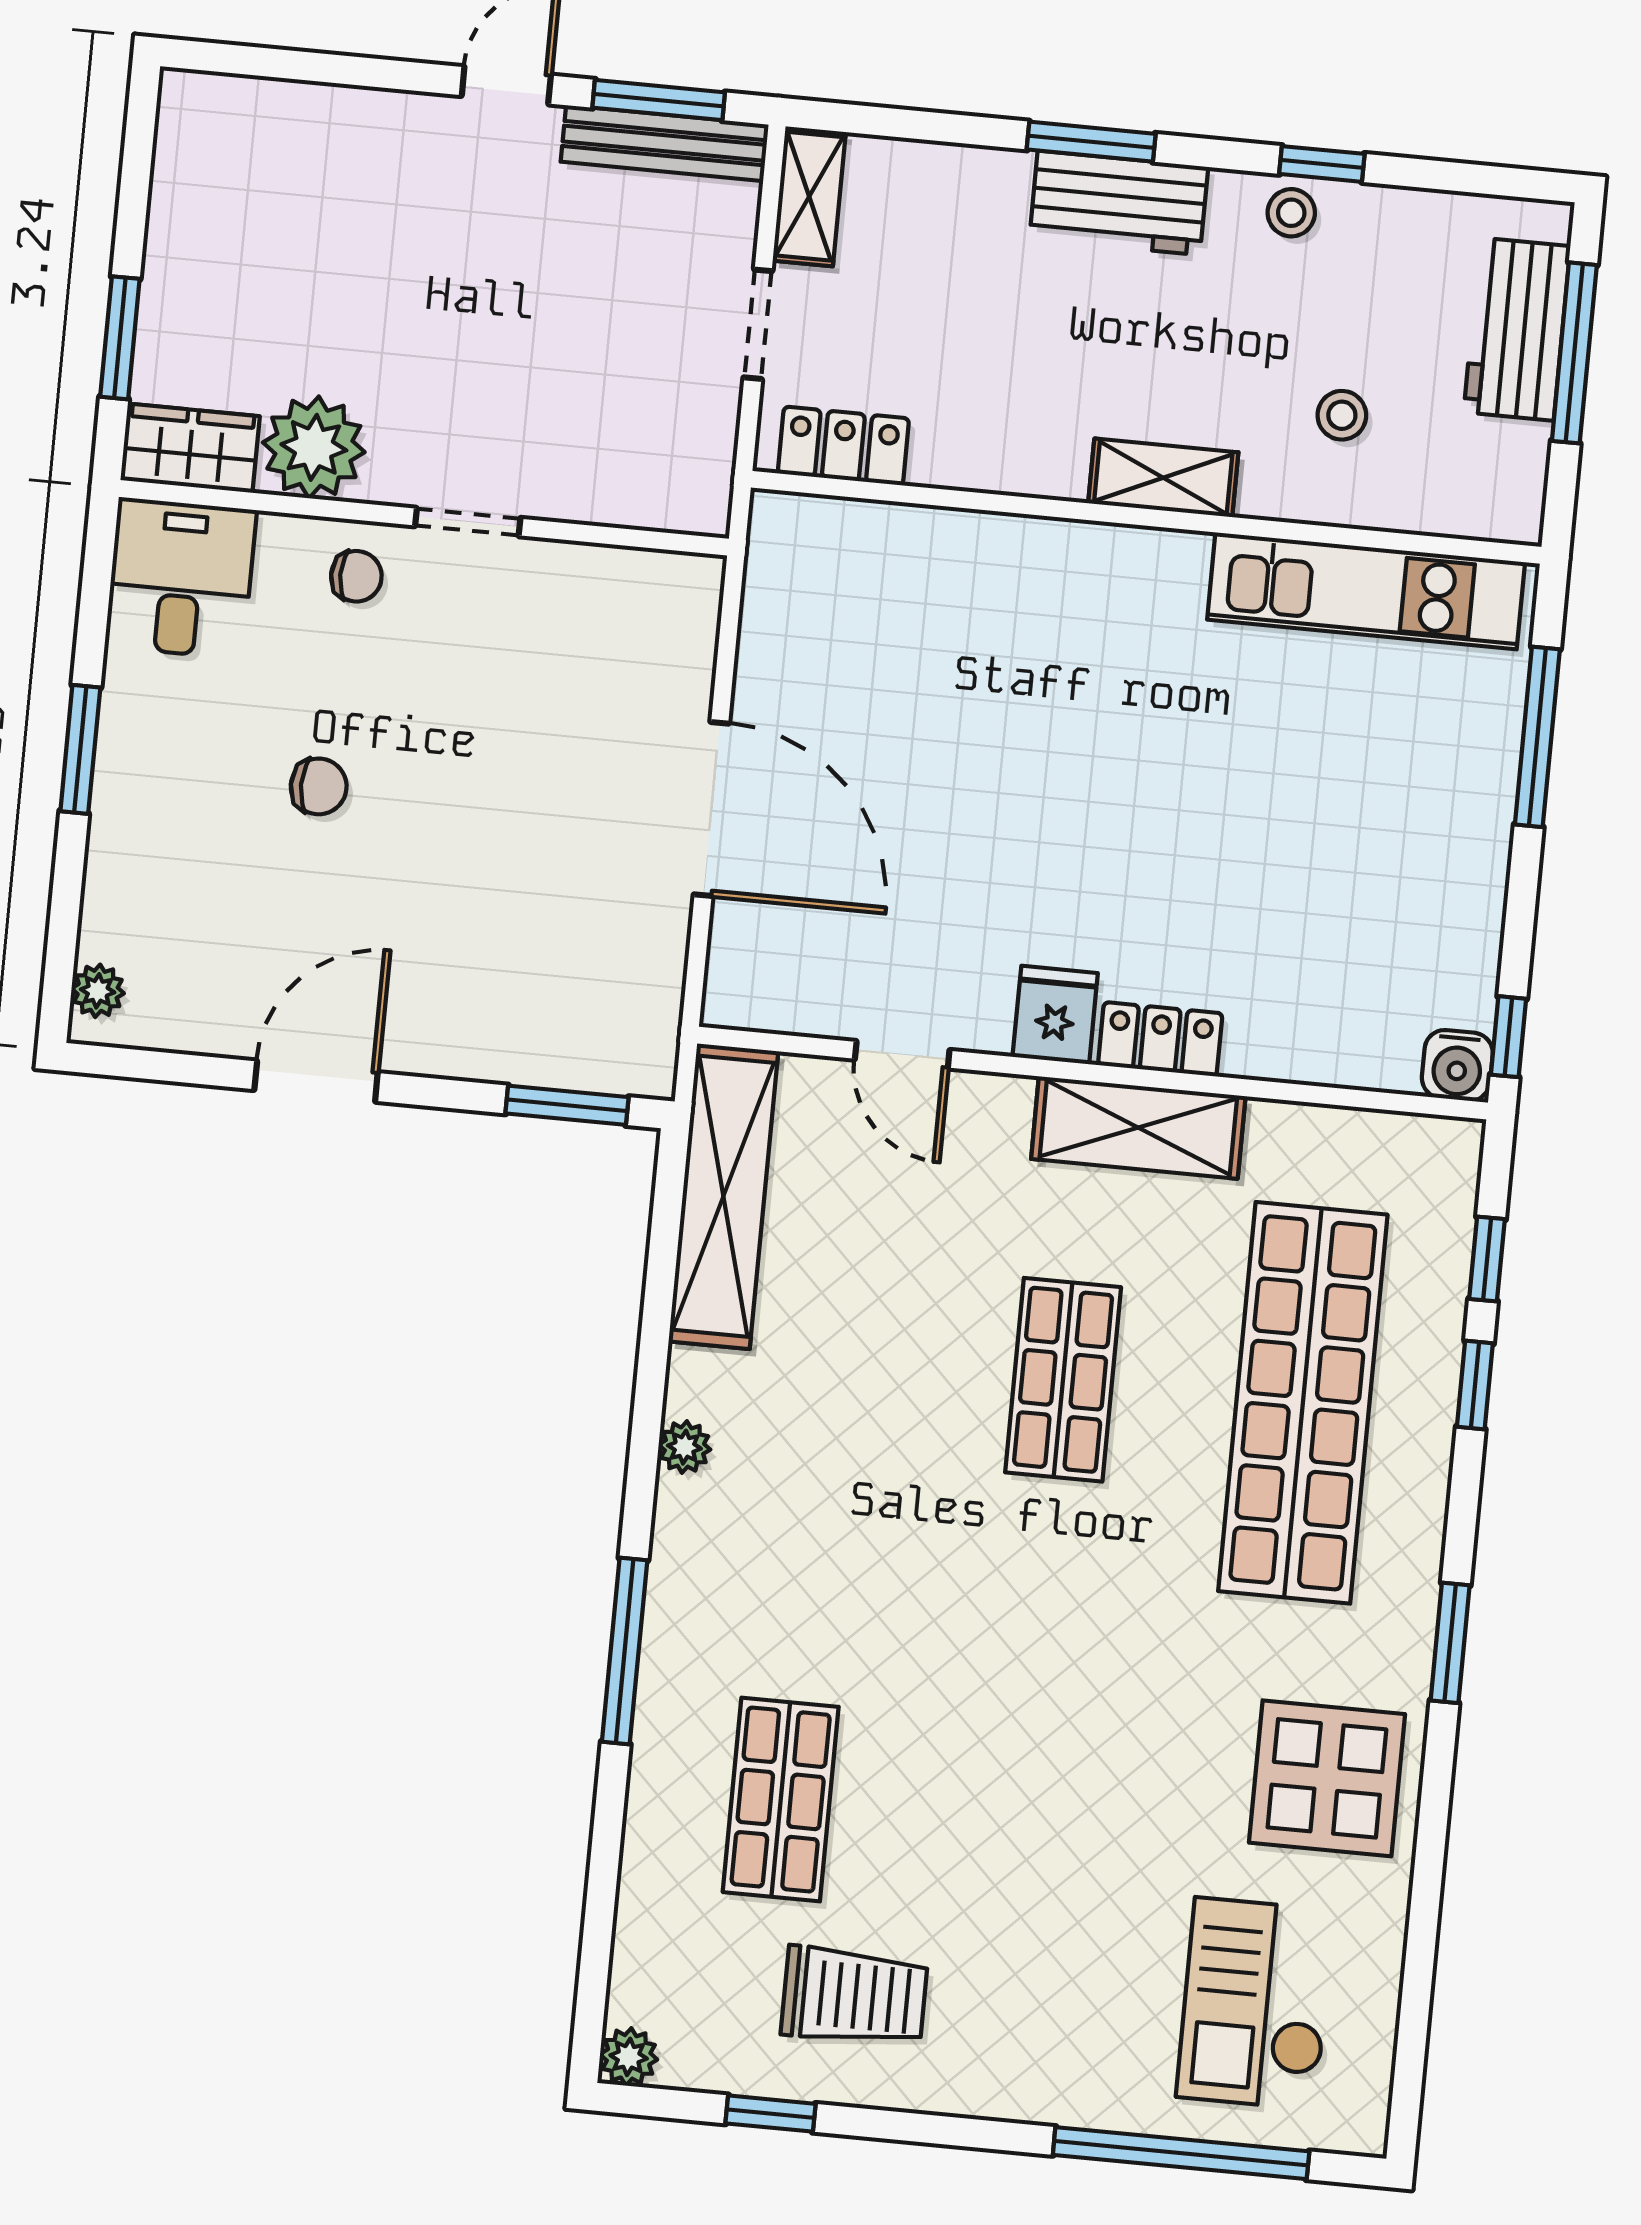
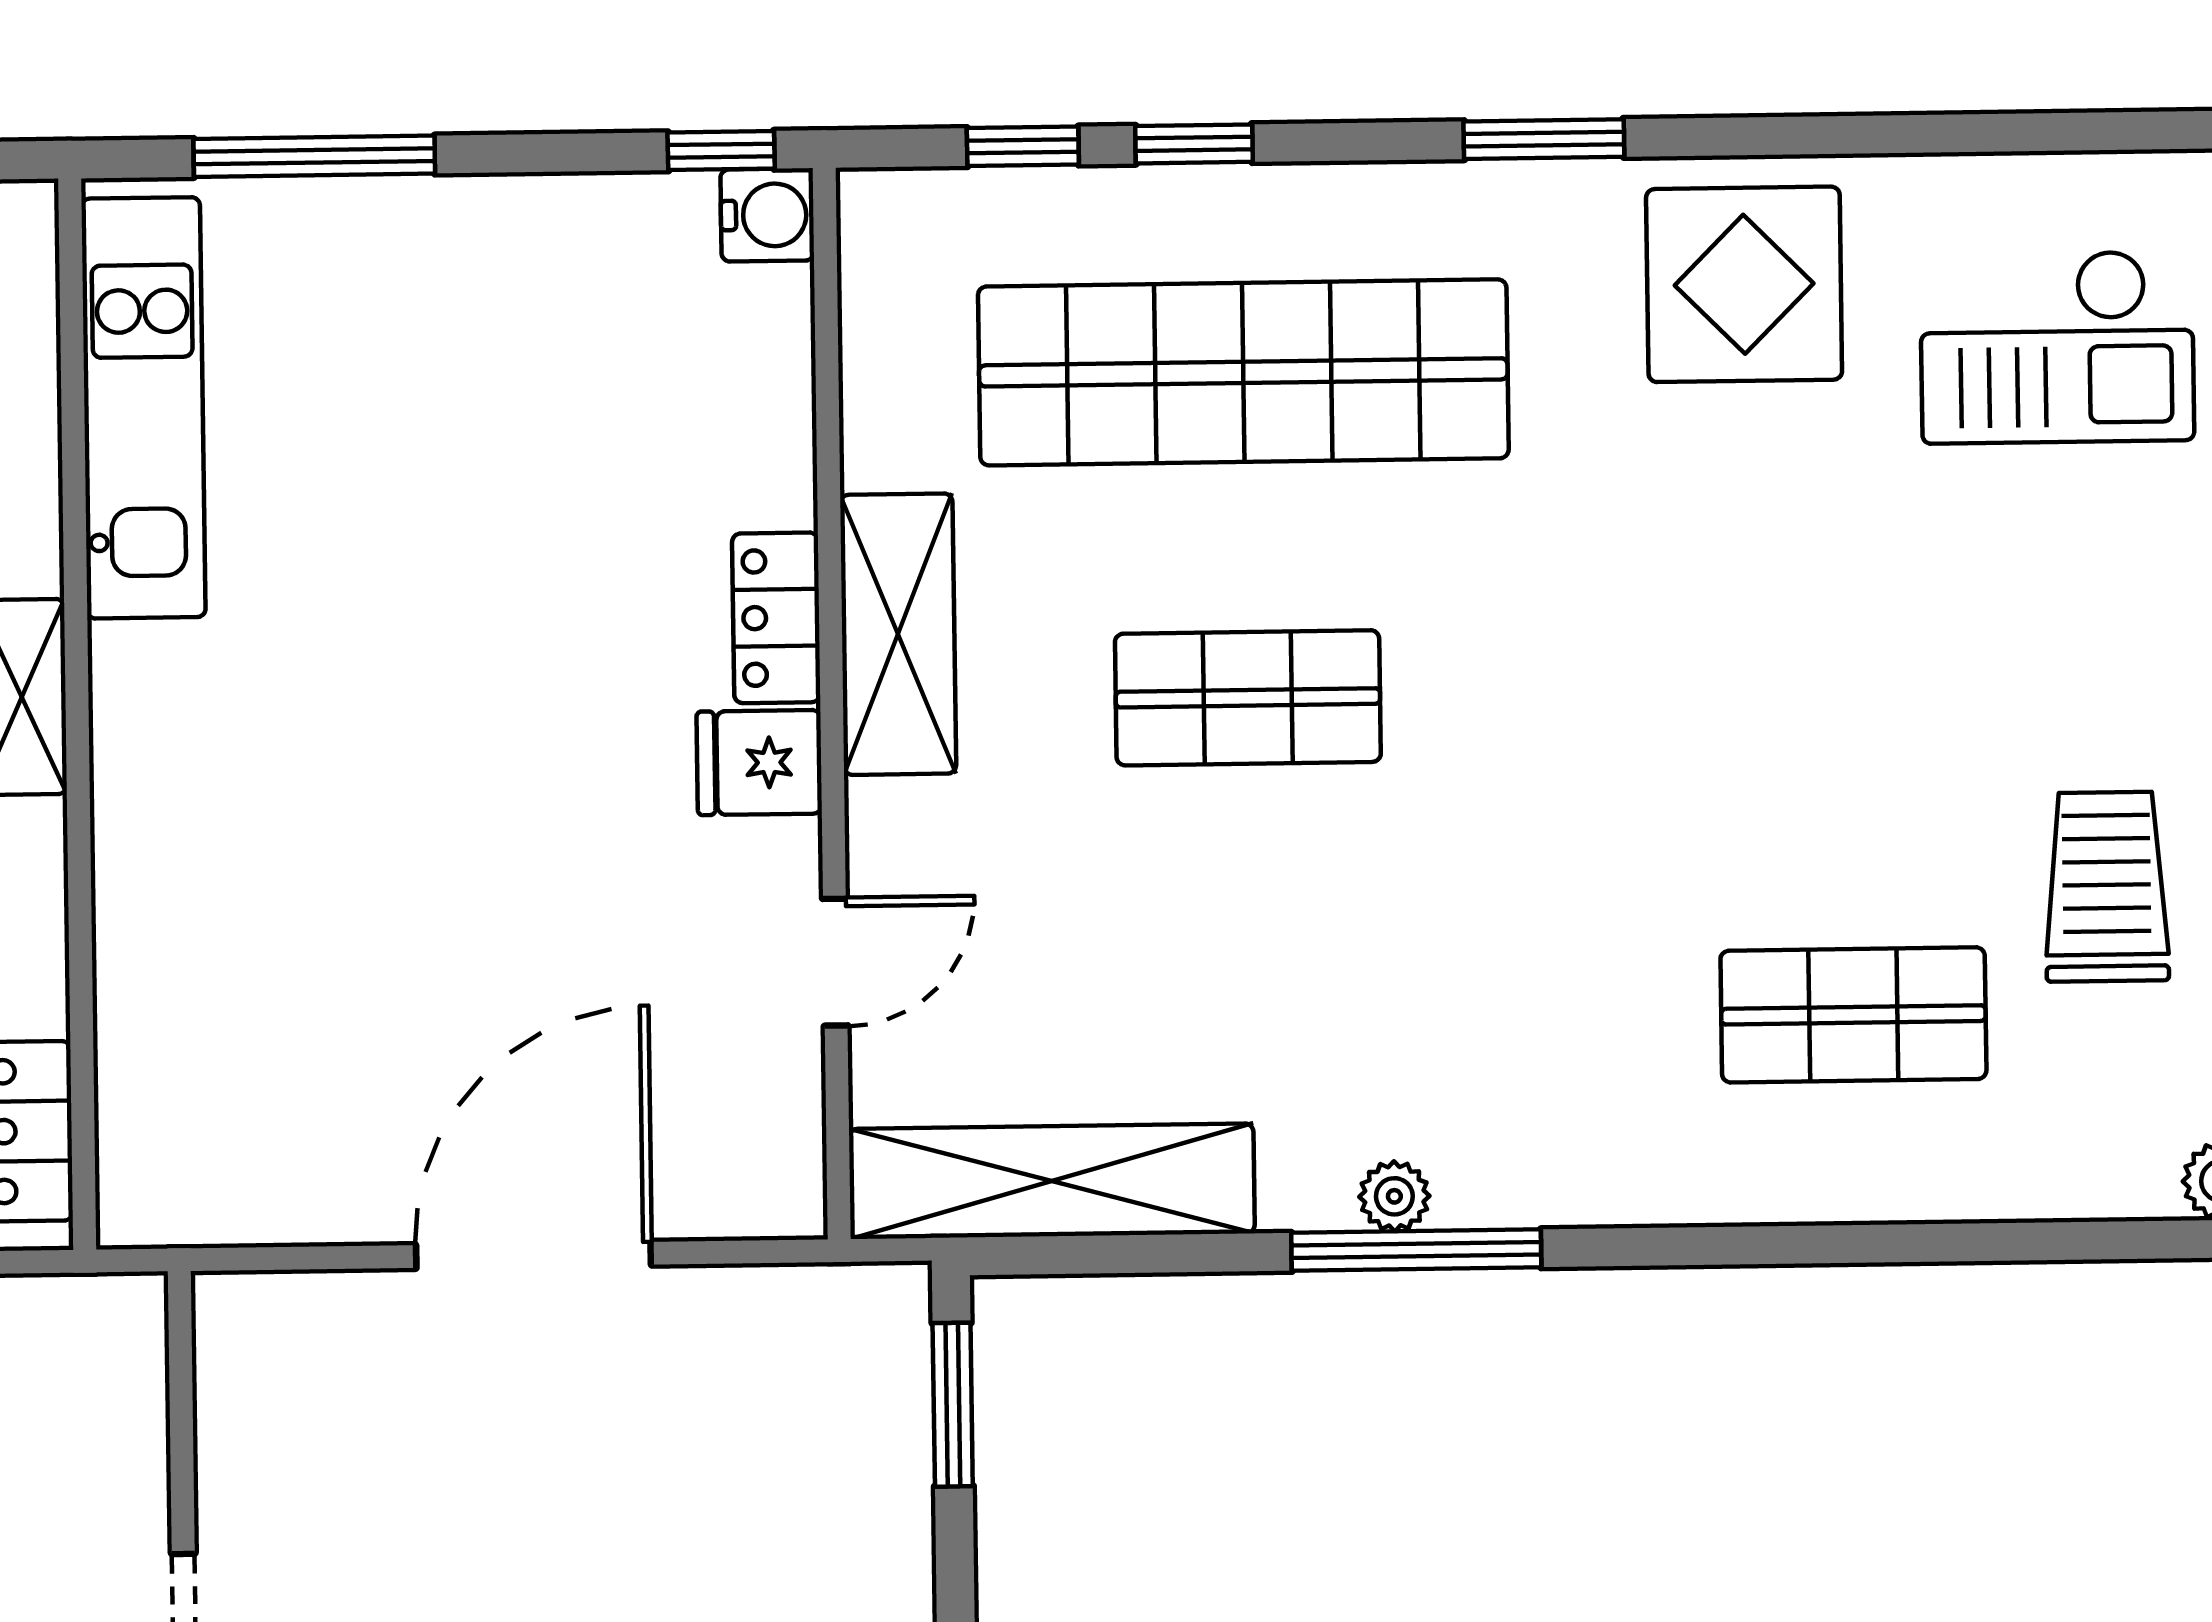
window: (625, 1651) -> (1416, 1250), moved

